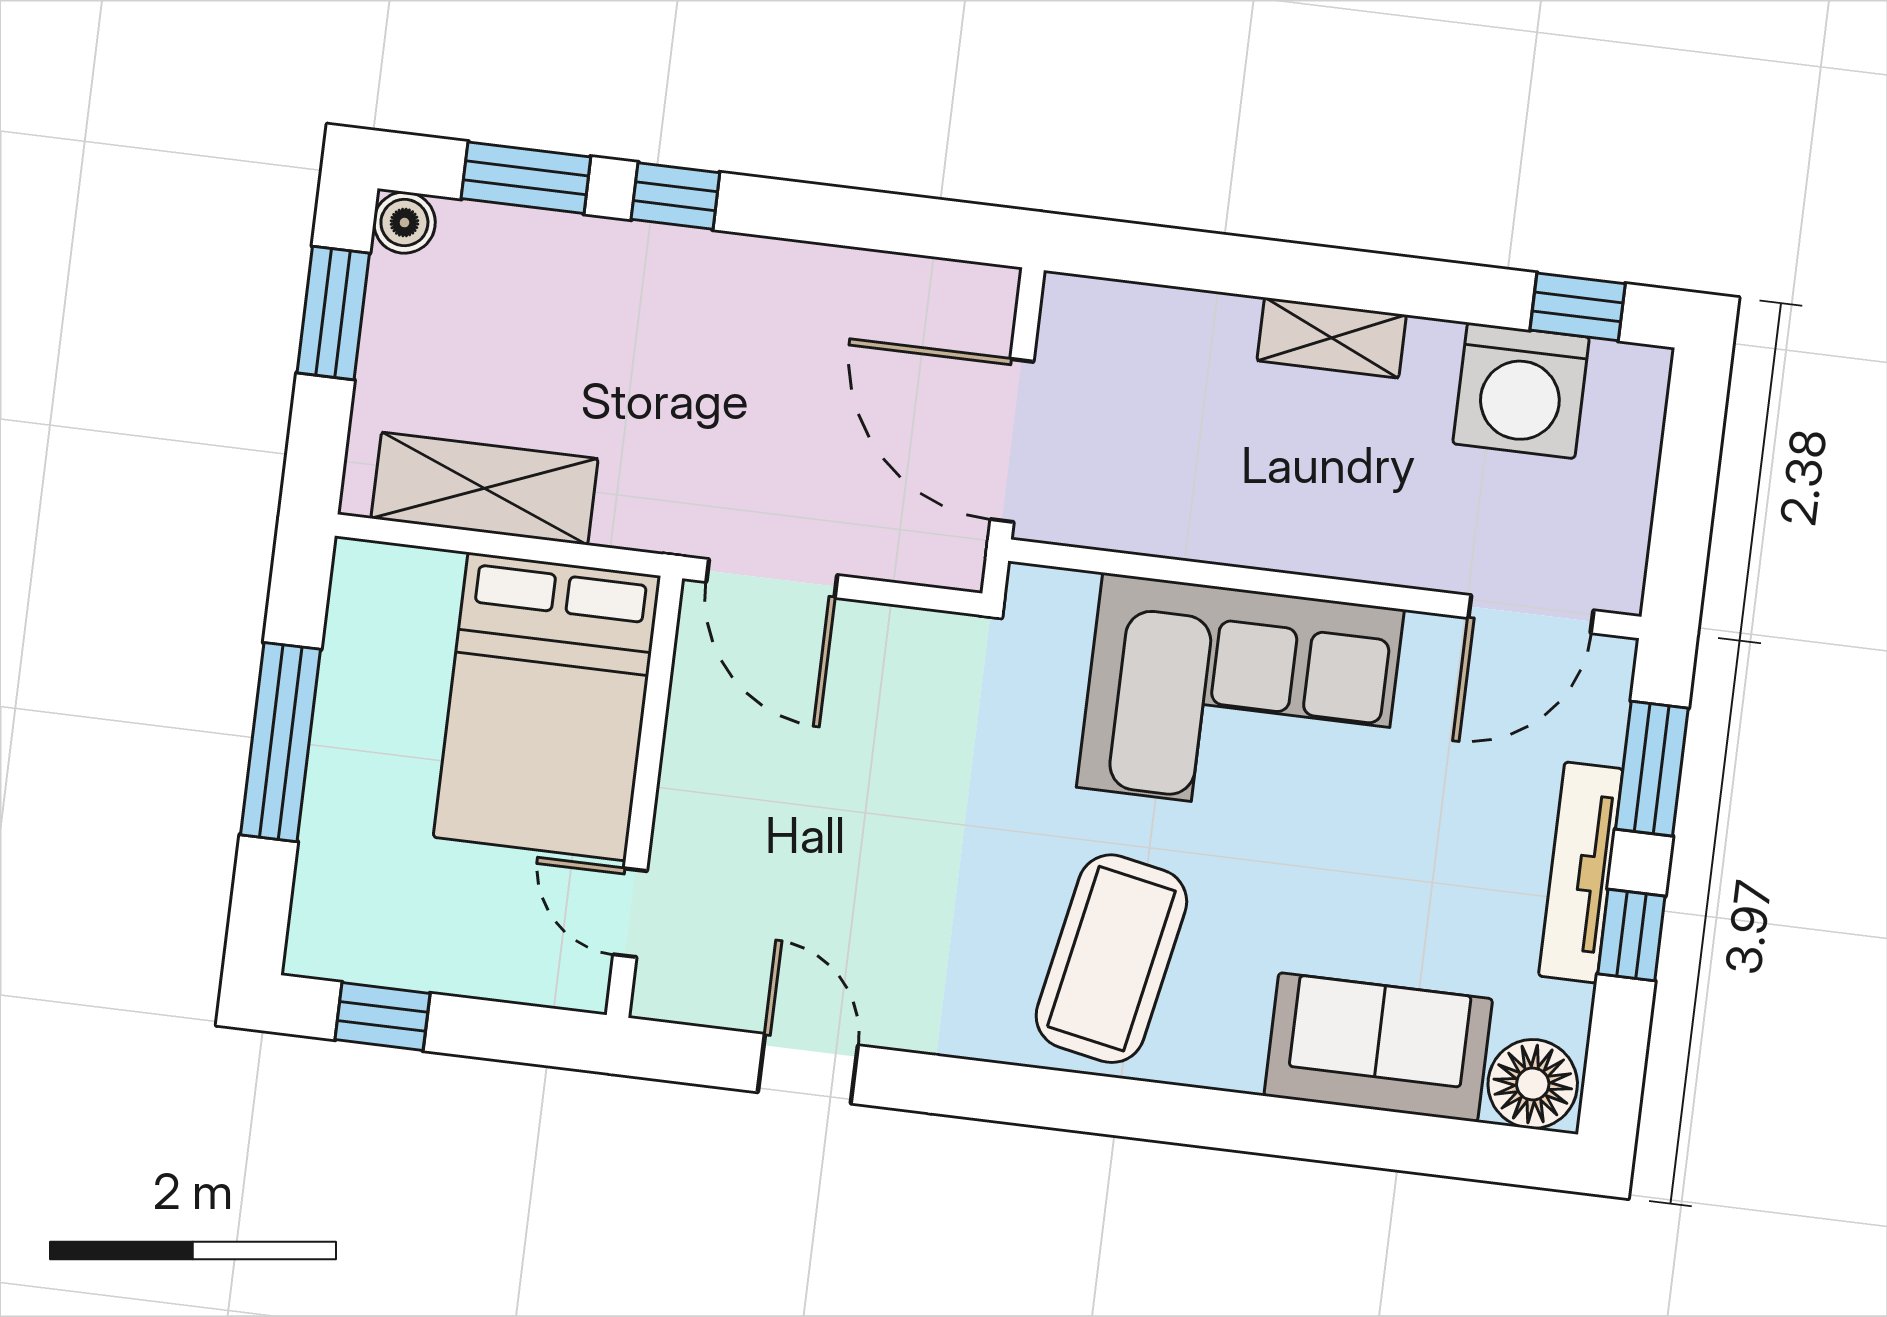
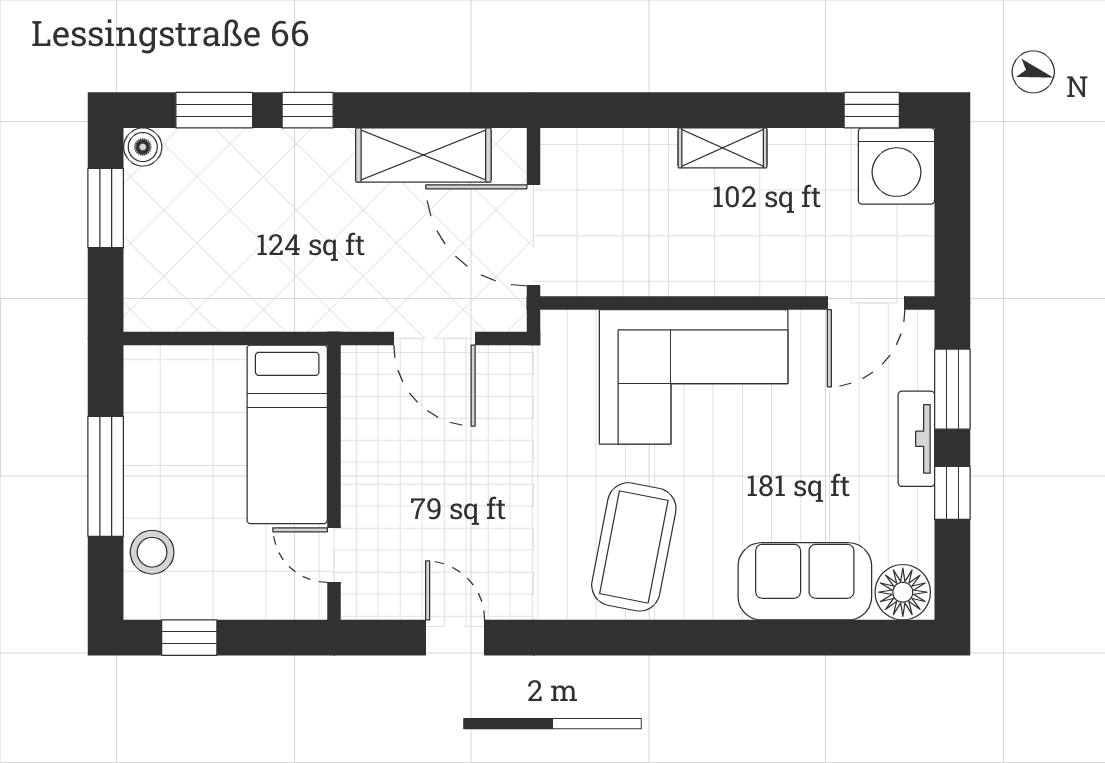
washing machine: (1521, 390) -> (896, 166), moved
shelving: (485, 488) -> (423, 155), moved
door: (772, 579) -> (434, 338), moved
bed: (547, 707) -> (287, 434), width x0.67
stool: (340, 872) -> (152, 552), added
tv unit: (1581, 872) -> (916, 439), width x0.71

